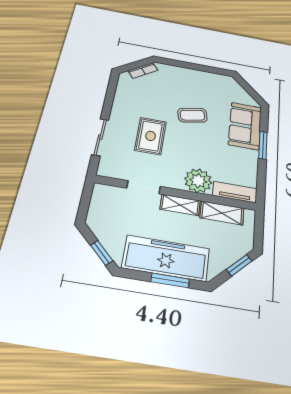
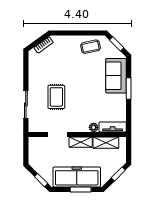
window: (249, 89) -> (117, 44), added
coffee table: (192, 115) -> (91, 47), moved
plant: (198, 181) -> (94, 127), width x0.53, depth x0.53

